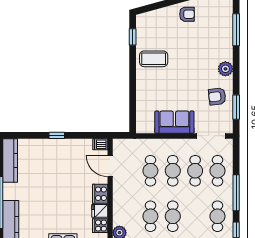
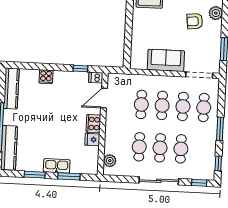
armchair: (217, 97) -> (195, 21), moved
window: (57, 135) -> (80, 68), moved
door: (110, 166) -> (104, 98), hinge flipped
window: (236, 193) -> (220, 129), width x0.69
cafe table: (217, 216) -> (181, 149), moved
cooker: (100, 226) -> (46, 77), moved, turned -90

